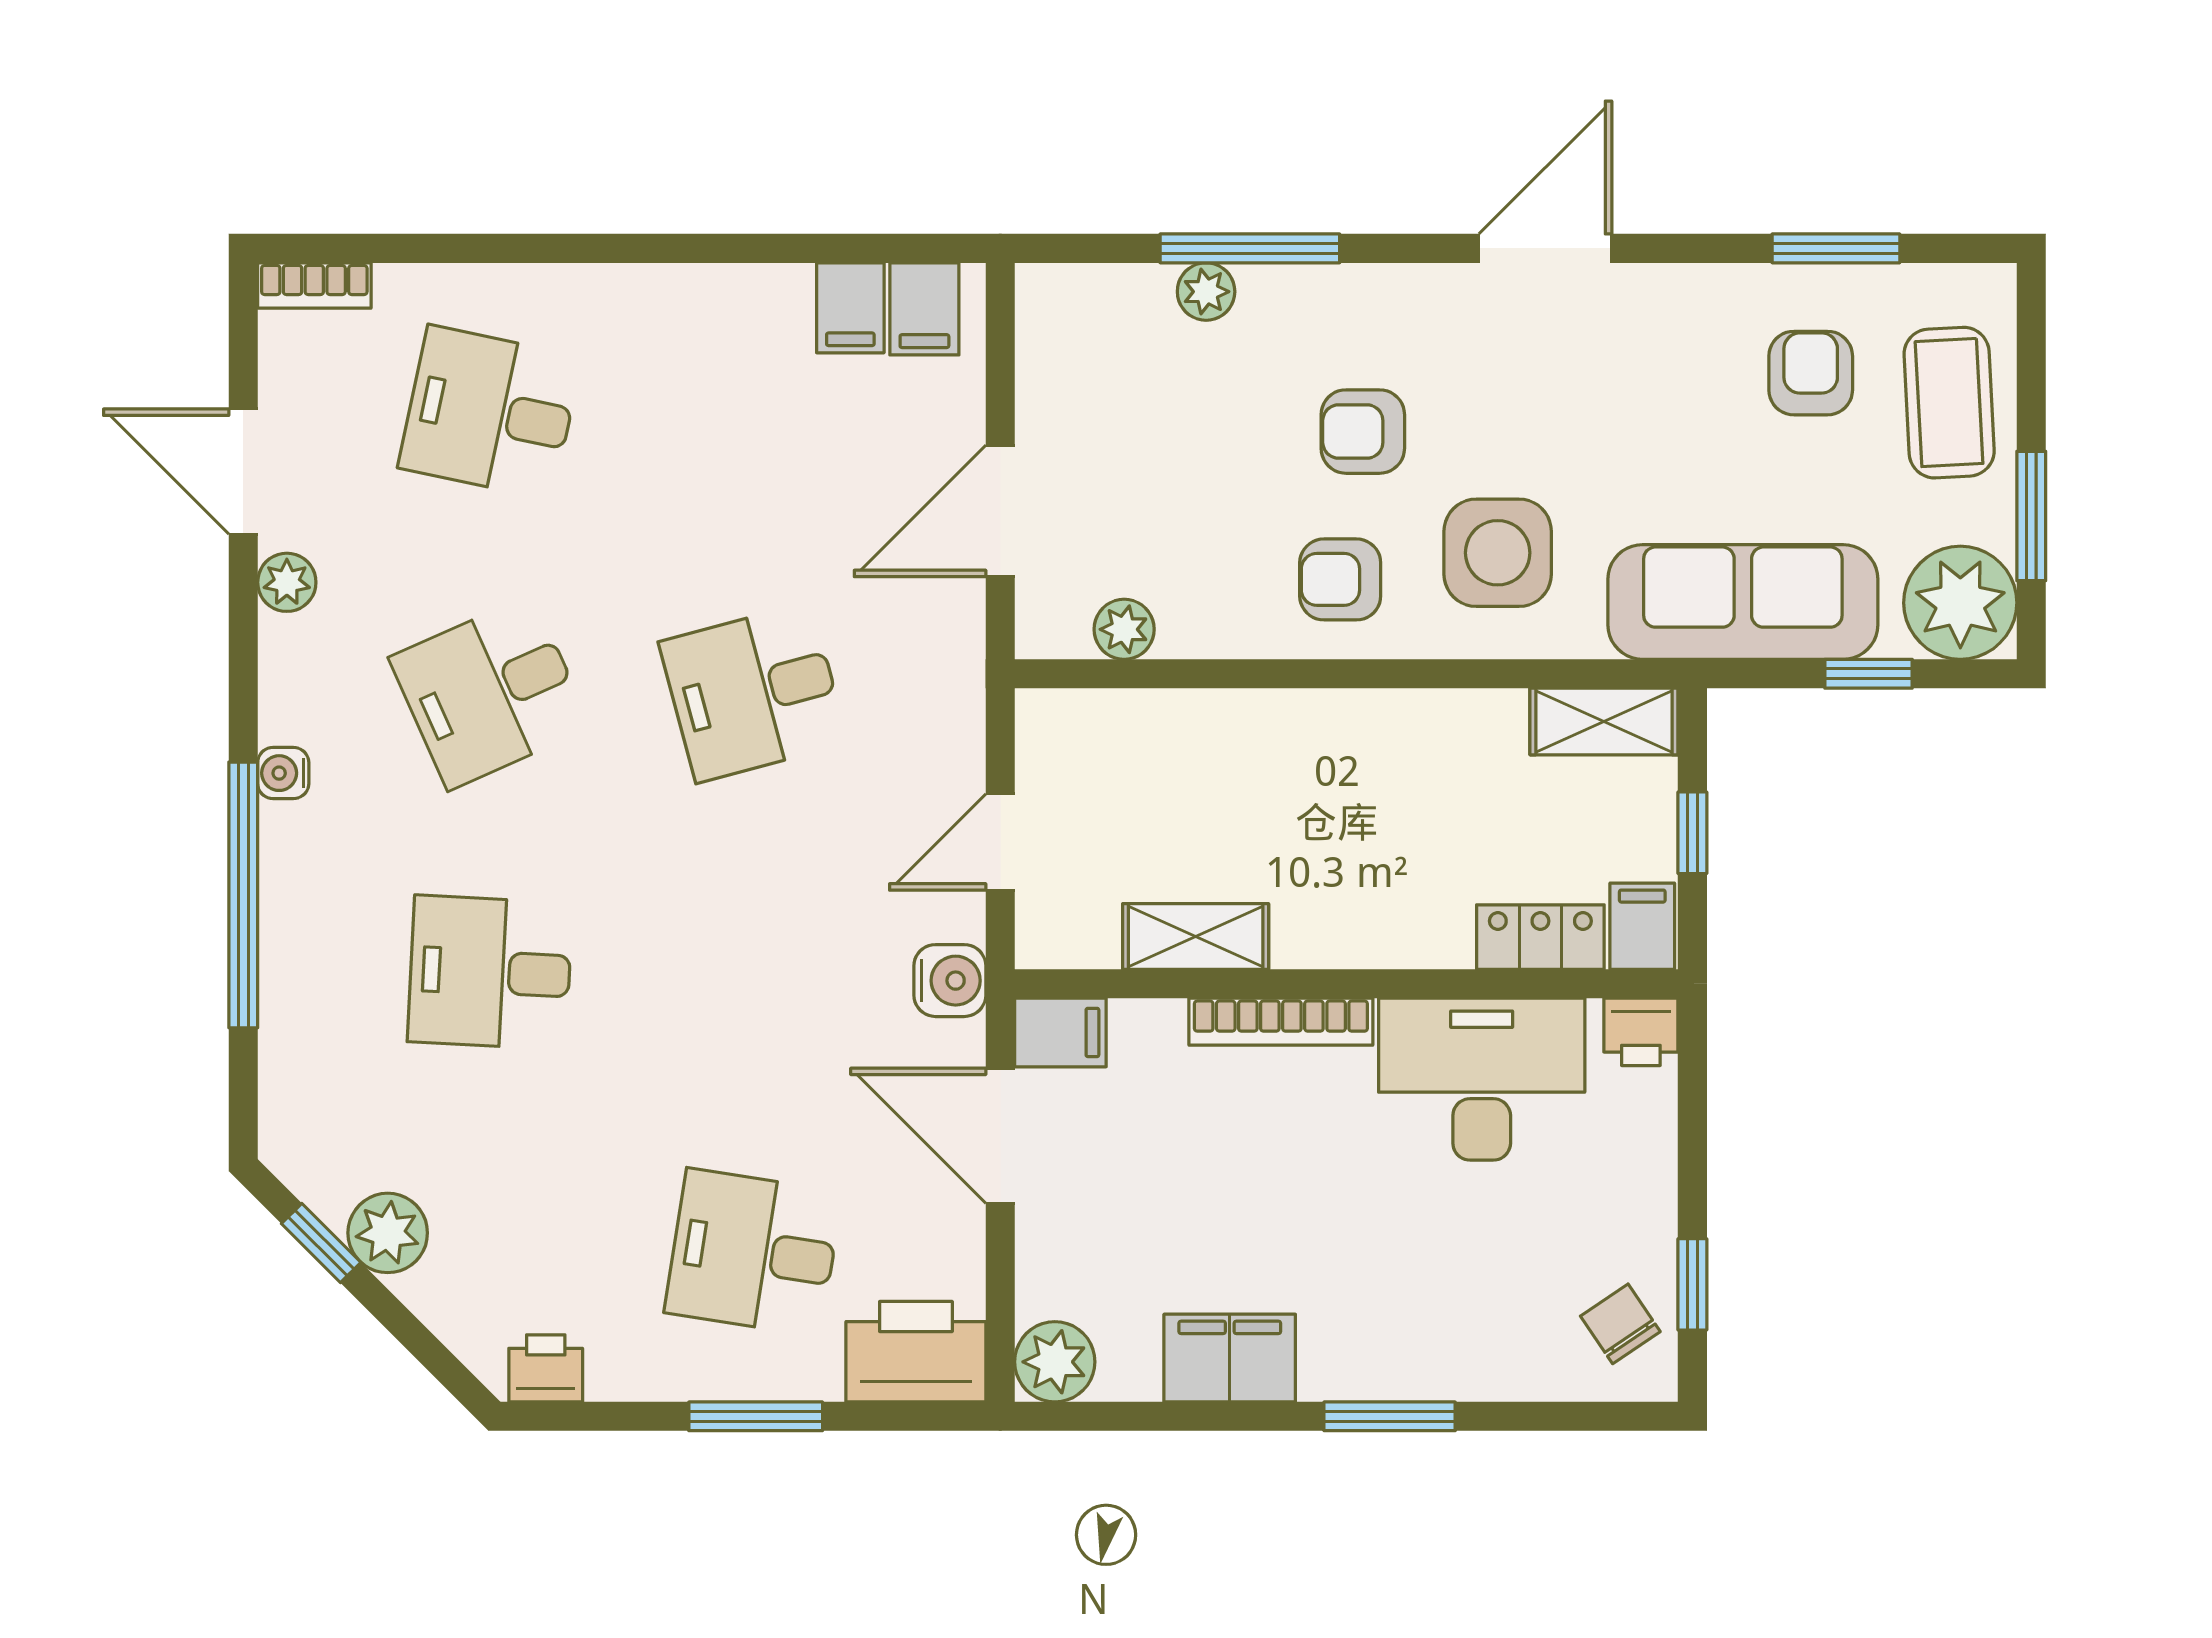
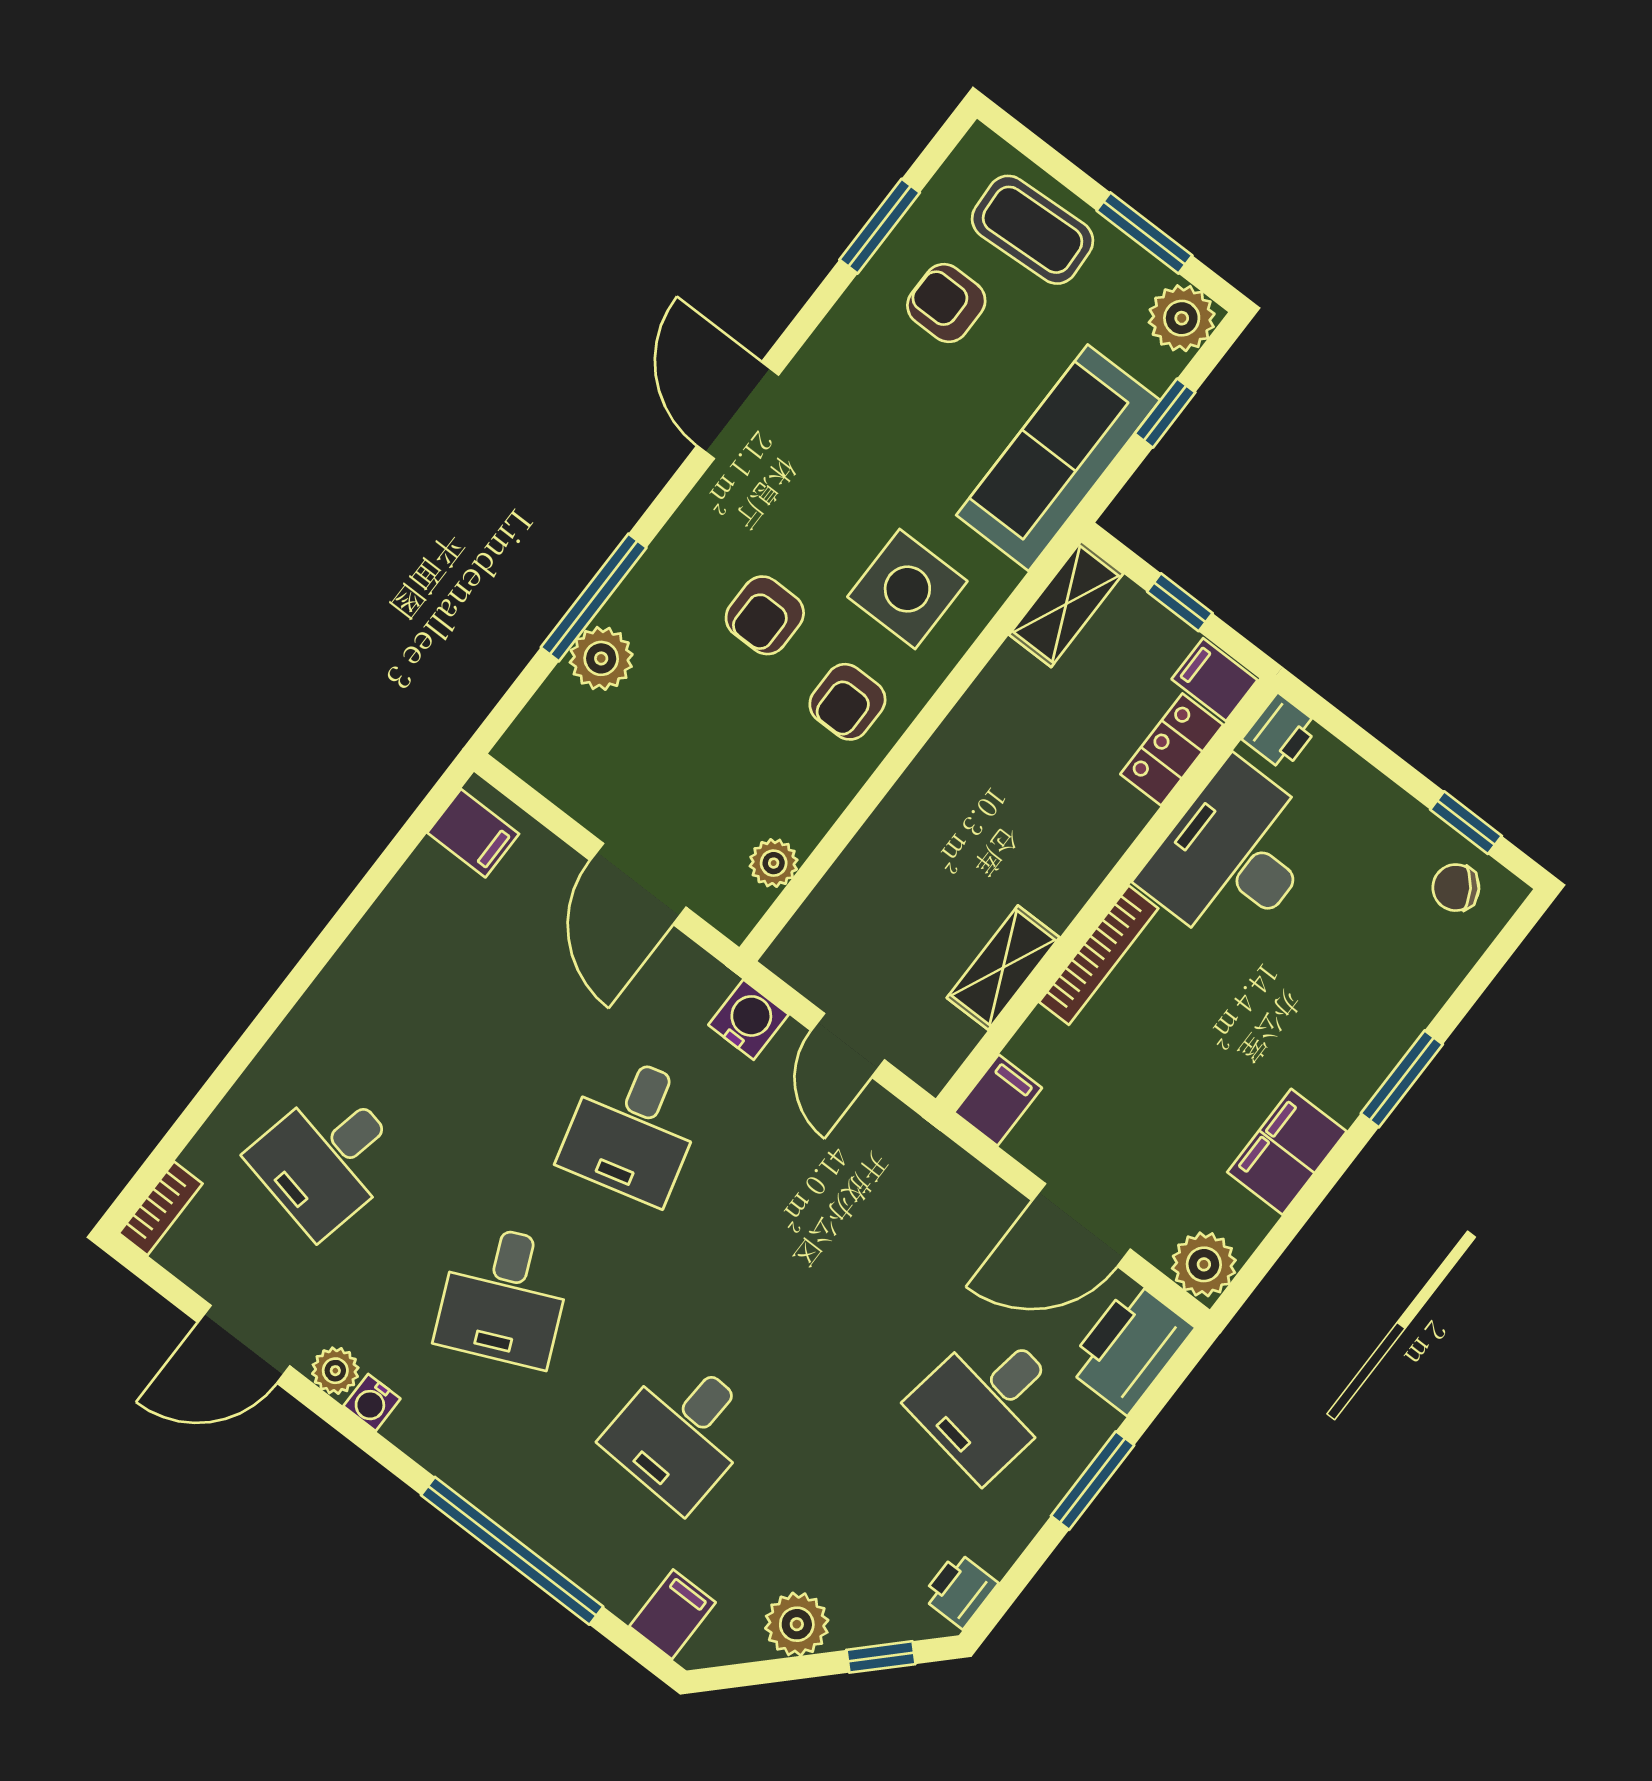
plant: (1206, 292) -> (601, 658), width x1.38, depth x1.38
filing cabinet: (850, 308) -> (673, 1614), moved, turned -90
plant: (1960, 603) -> (1182, 318), width x0.73, depth x0.73
water cooler: (283, 773) -> (372, 1402), moved
water cooler: (950, 981) -> (749, 1020), moved
door: (1000, 1136) -> (1081, 1225), moved
window: (321, 1243) -> (881, 1657), moved

